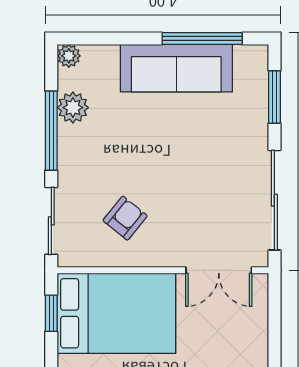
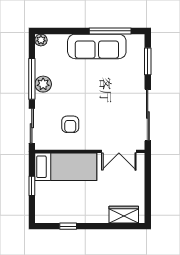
plant: (73, 108) -> (43, 84), moved
armchair: (125, 218) -> (70, 124), turned 141
window: (51, 313) -> (32, 186), moved
bed: (116, 313) -> (66, 167), width x0.67

